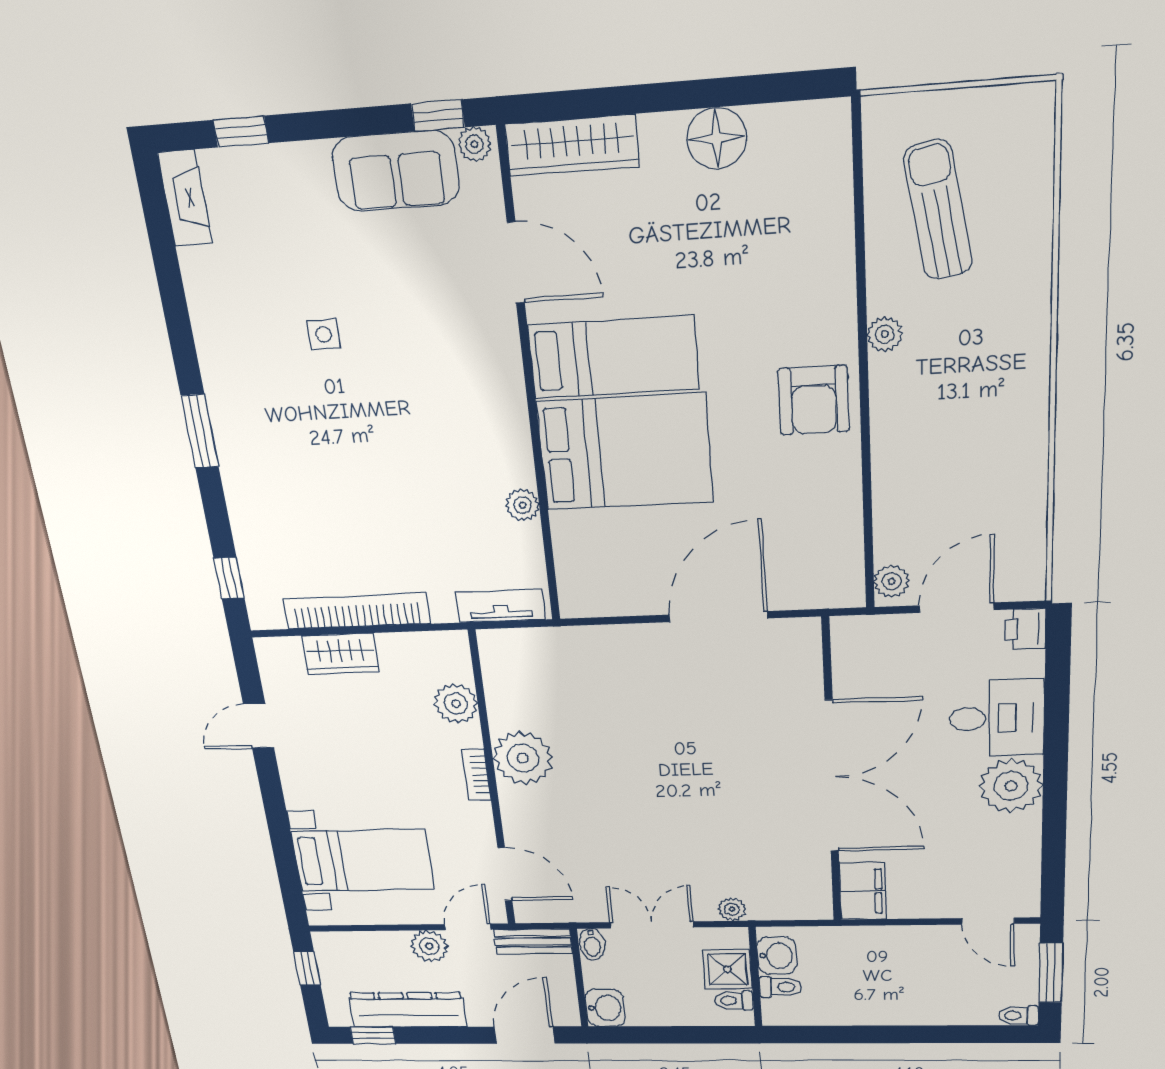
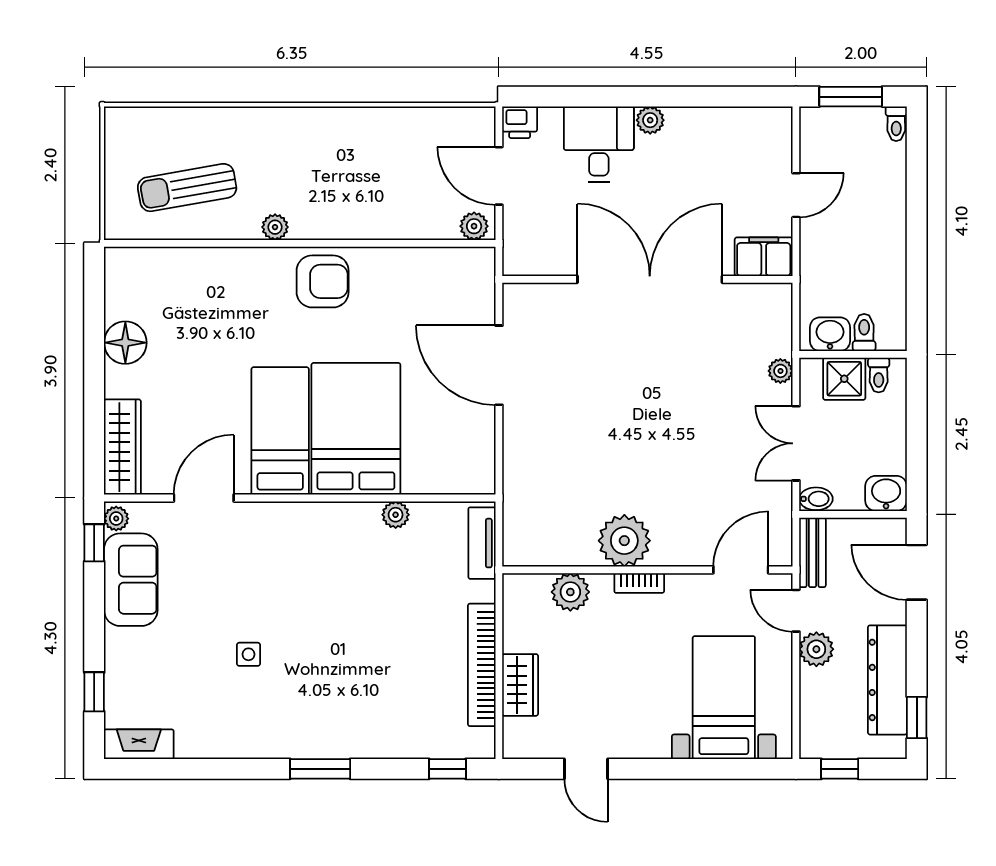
plant: (1011, 786) -> (650, 120), width x0.53, depth x0.53
door: (988, 921) -> (796, 195), moved

